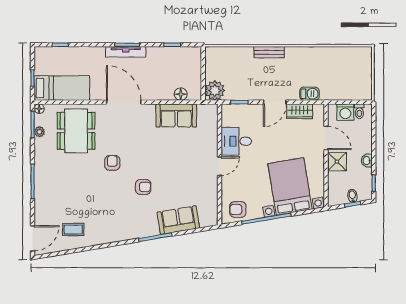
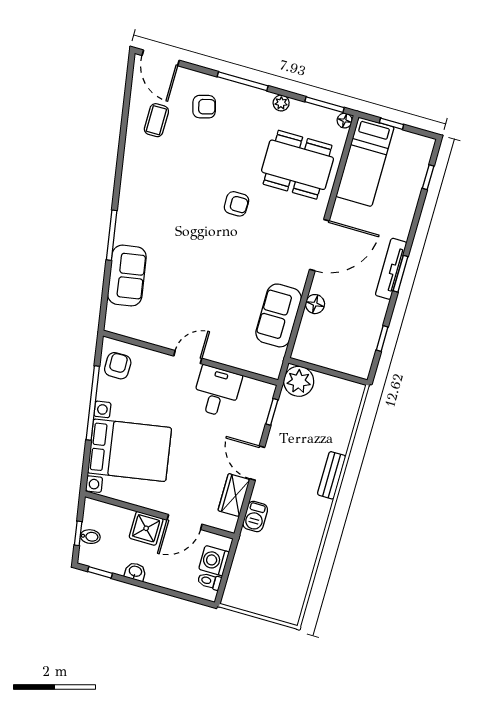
floor lamp: (181, 94) -> (315, 304), moved
plant: (39, 132) -> (281, 103), moved
door: (220, 166) -> (188, 357), swing flipped
armchair: (143, 187) -> (204, 107), moved, turned -105

